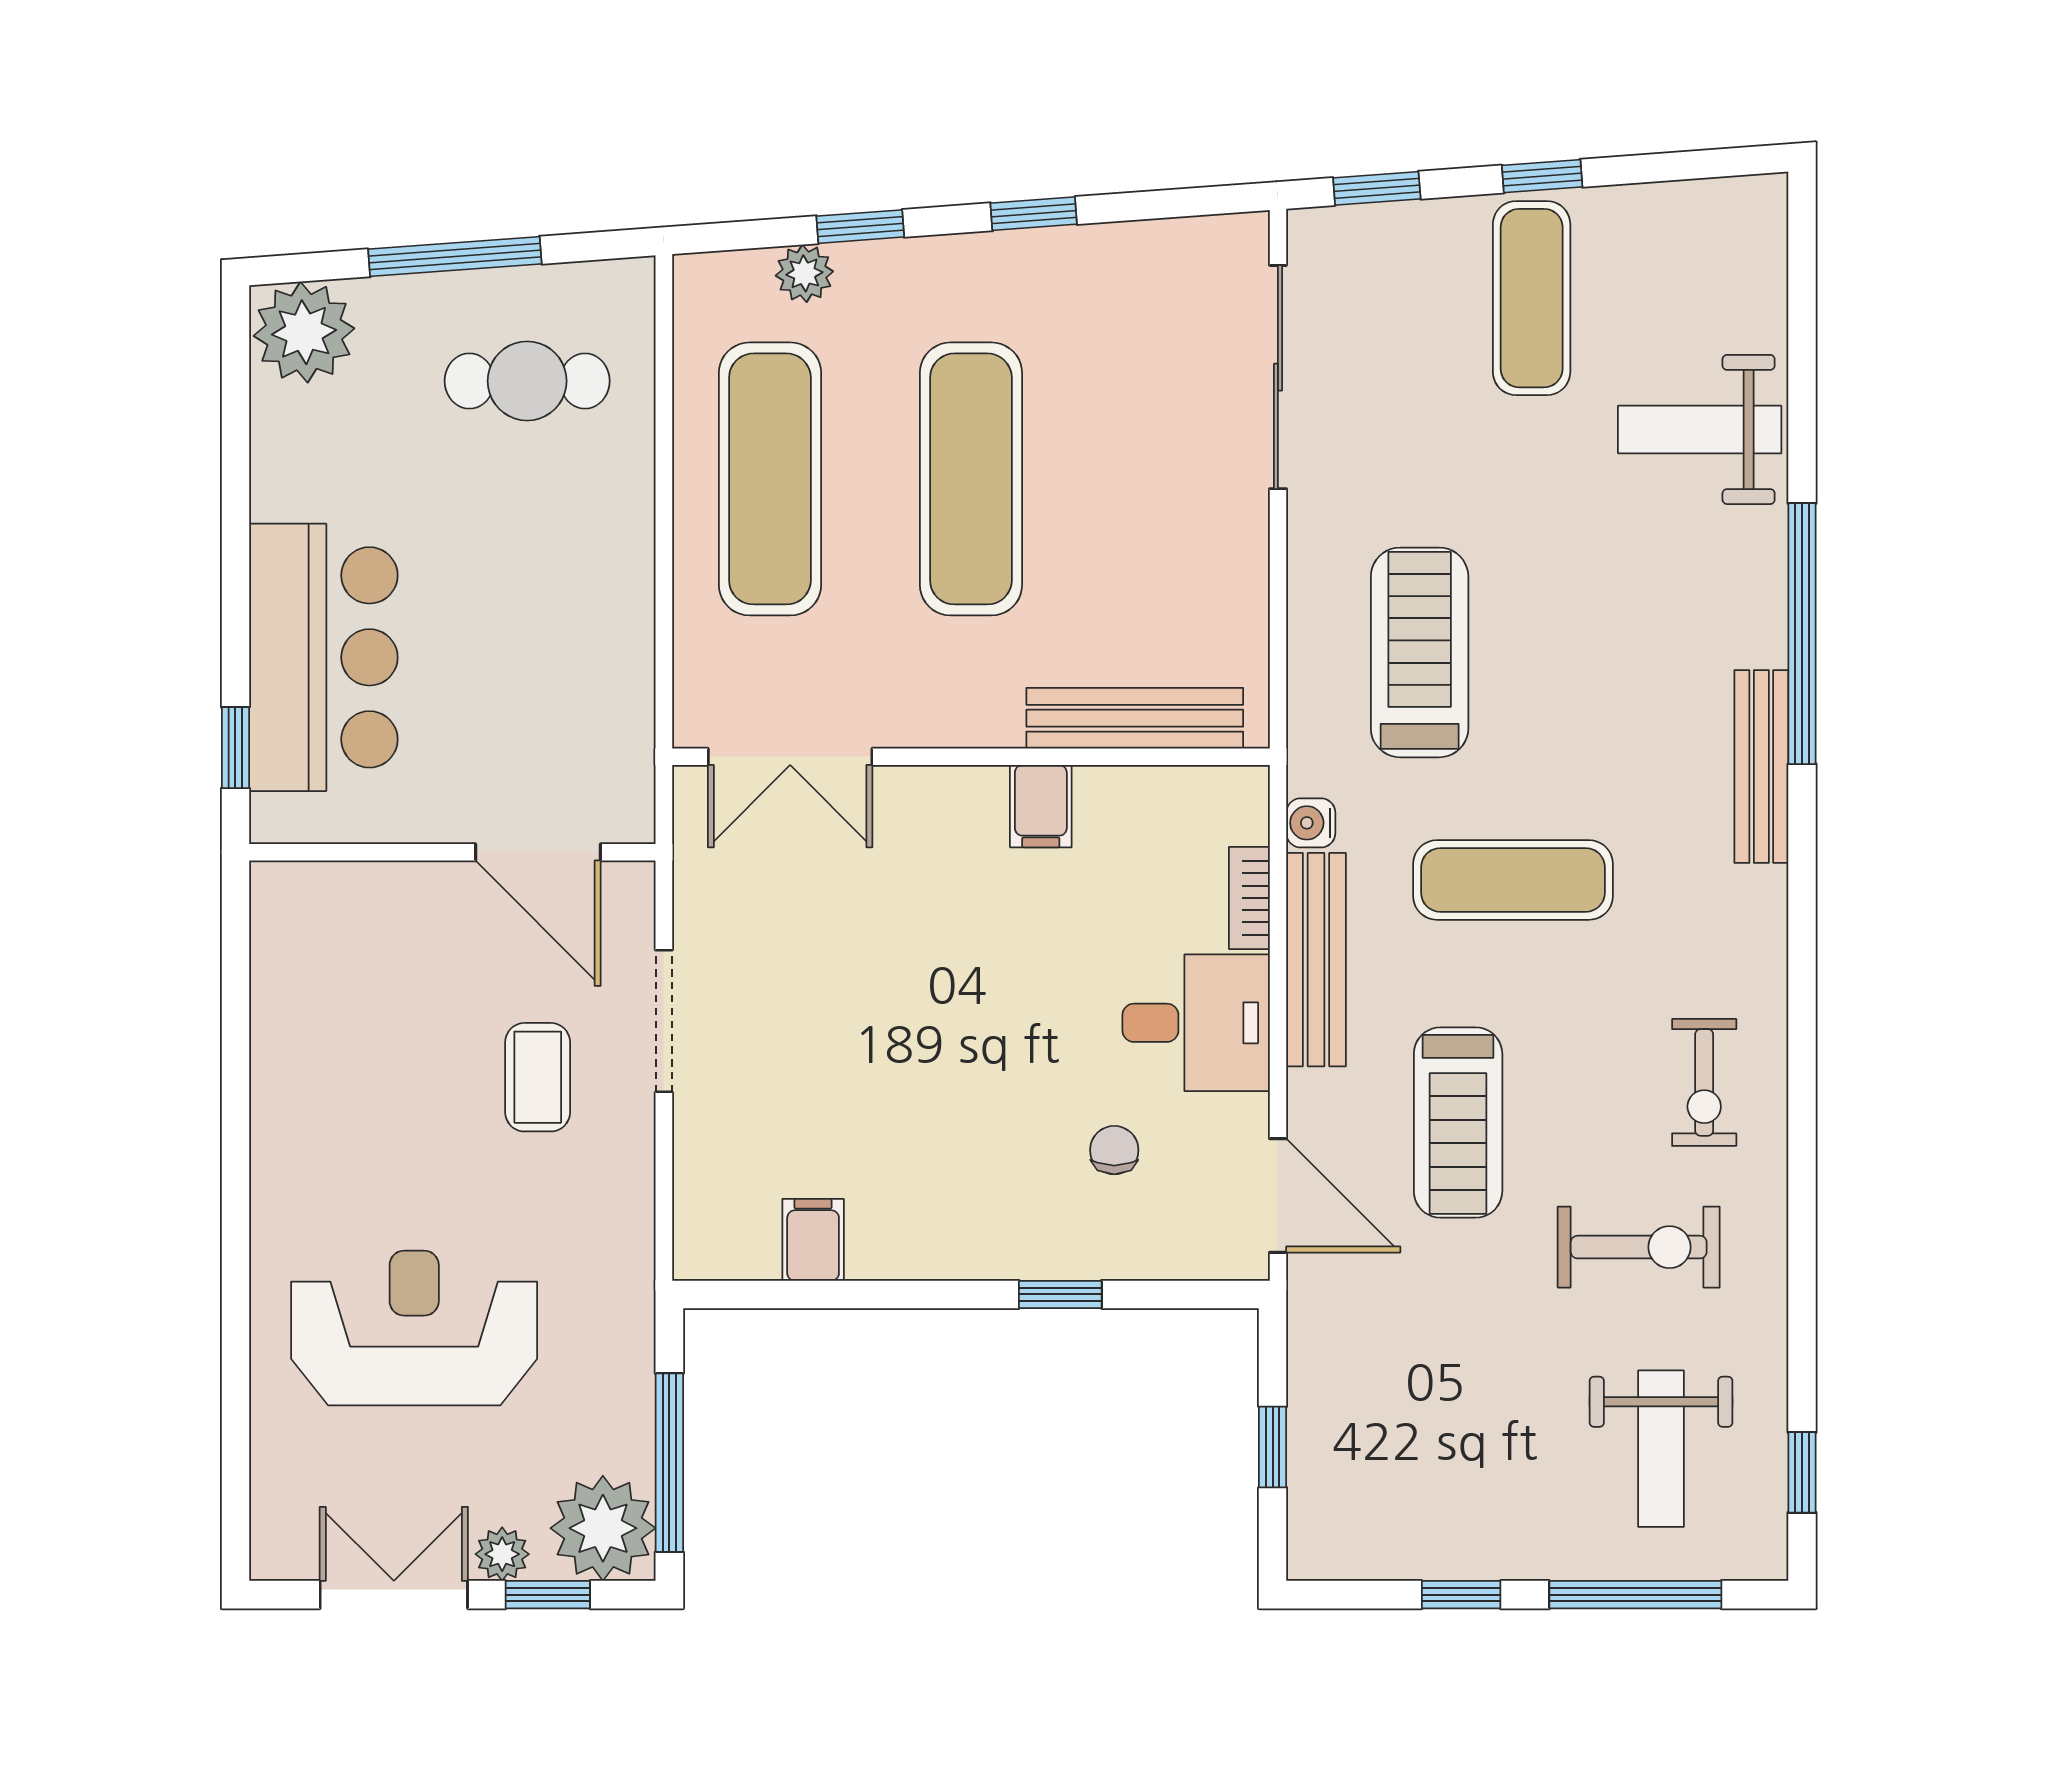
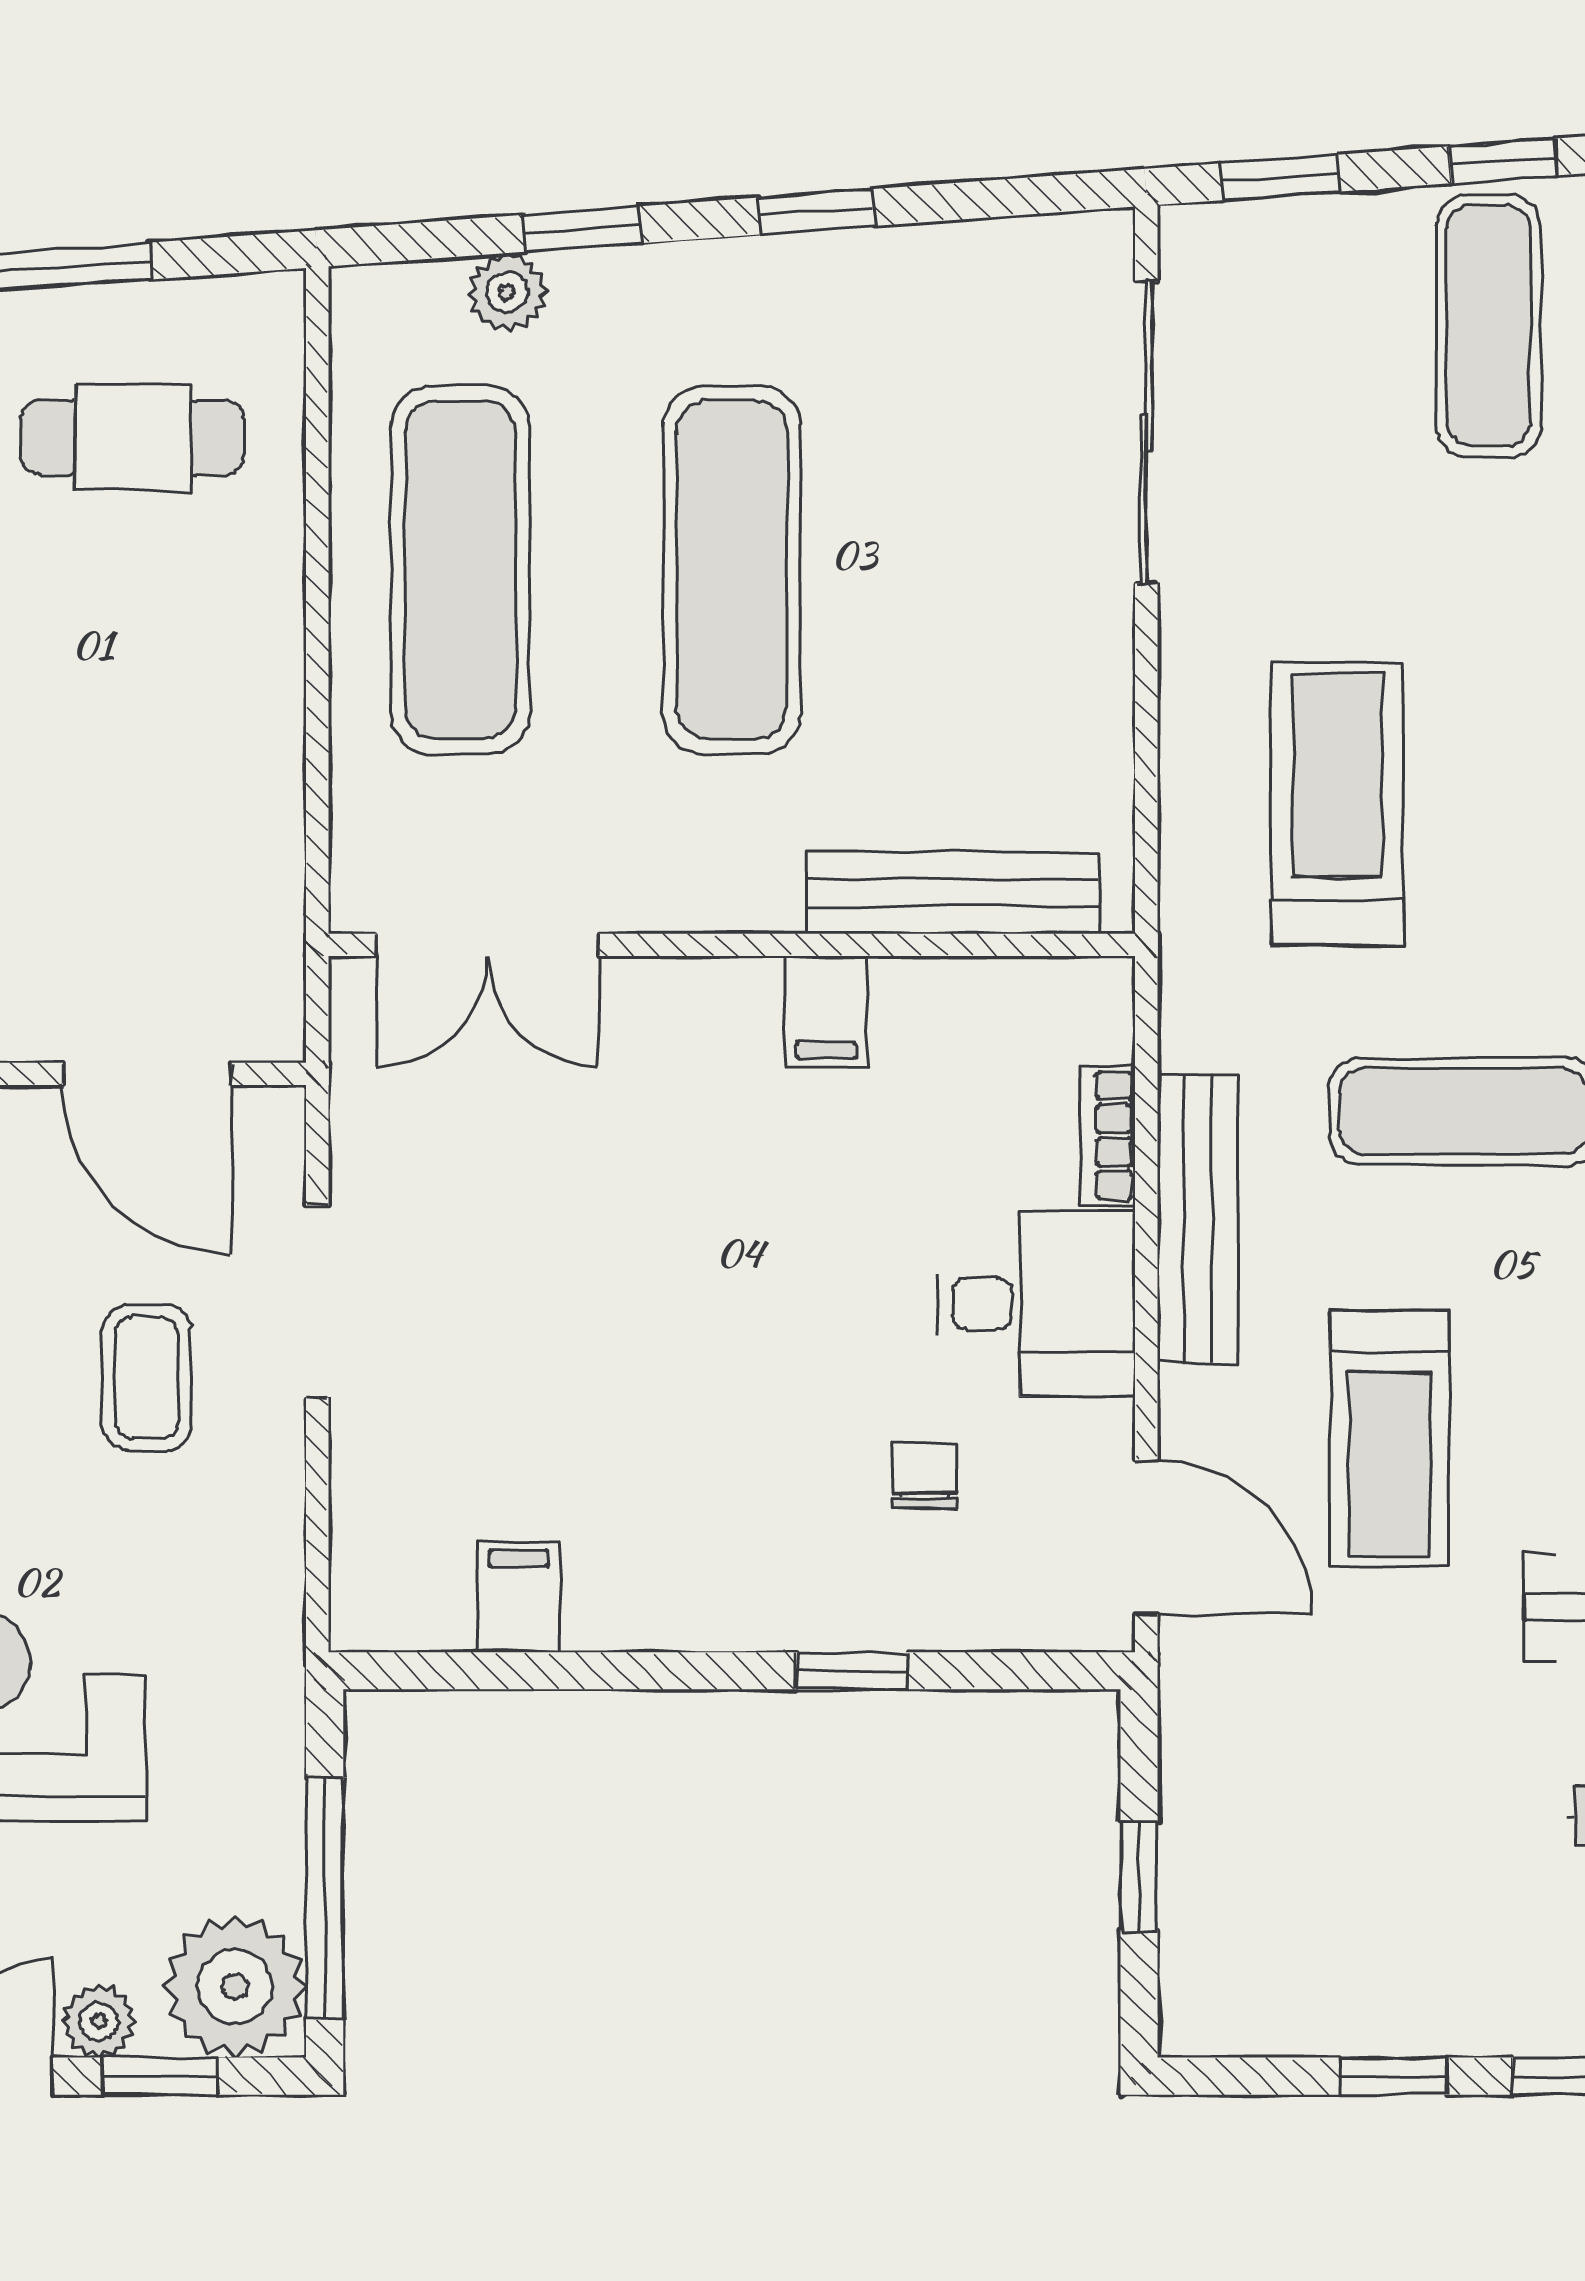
water cooler: (1311, 823) -> (1191, 1034), removed

